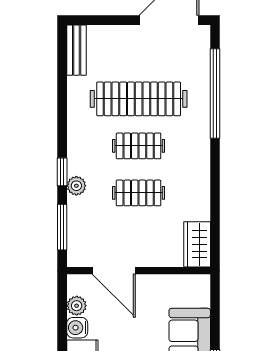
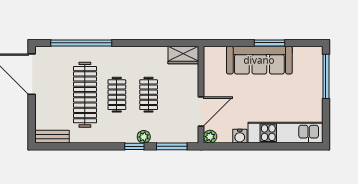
plant: (77, 306) -> (210, 137), moved

